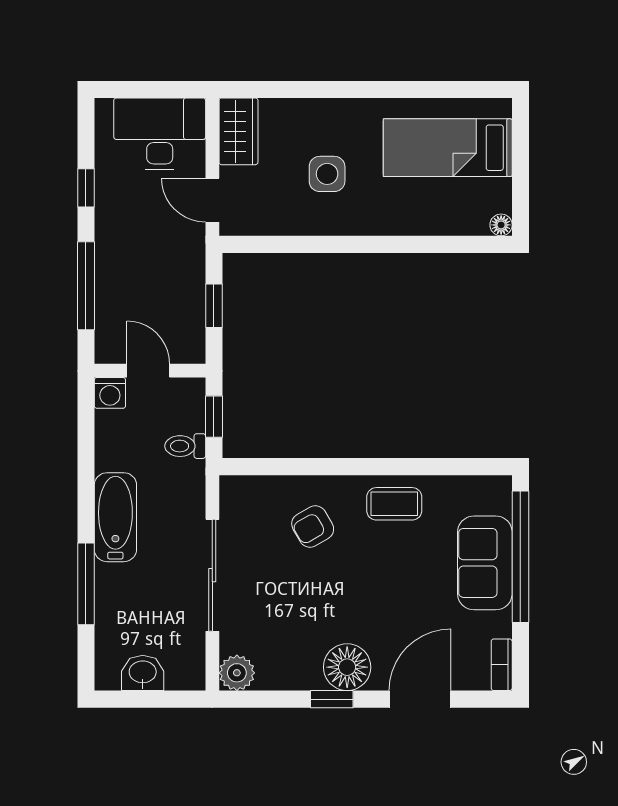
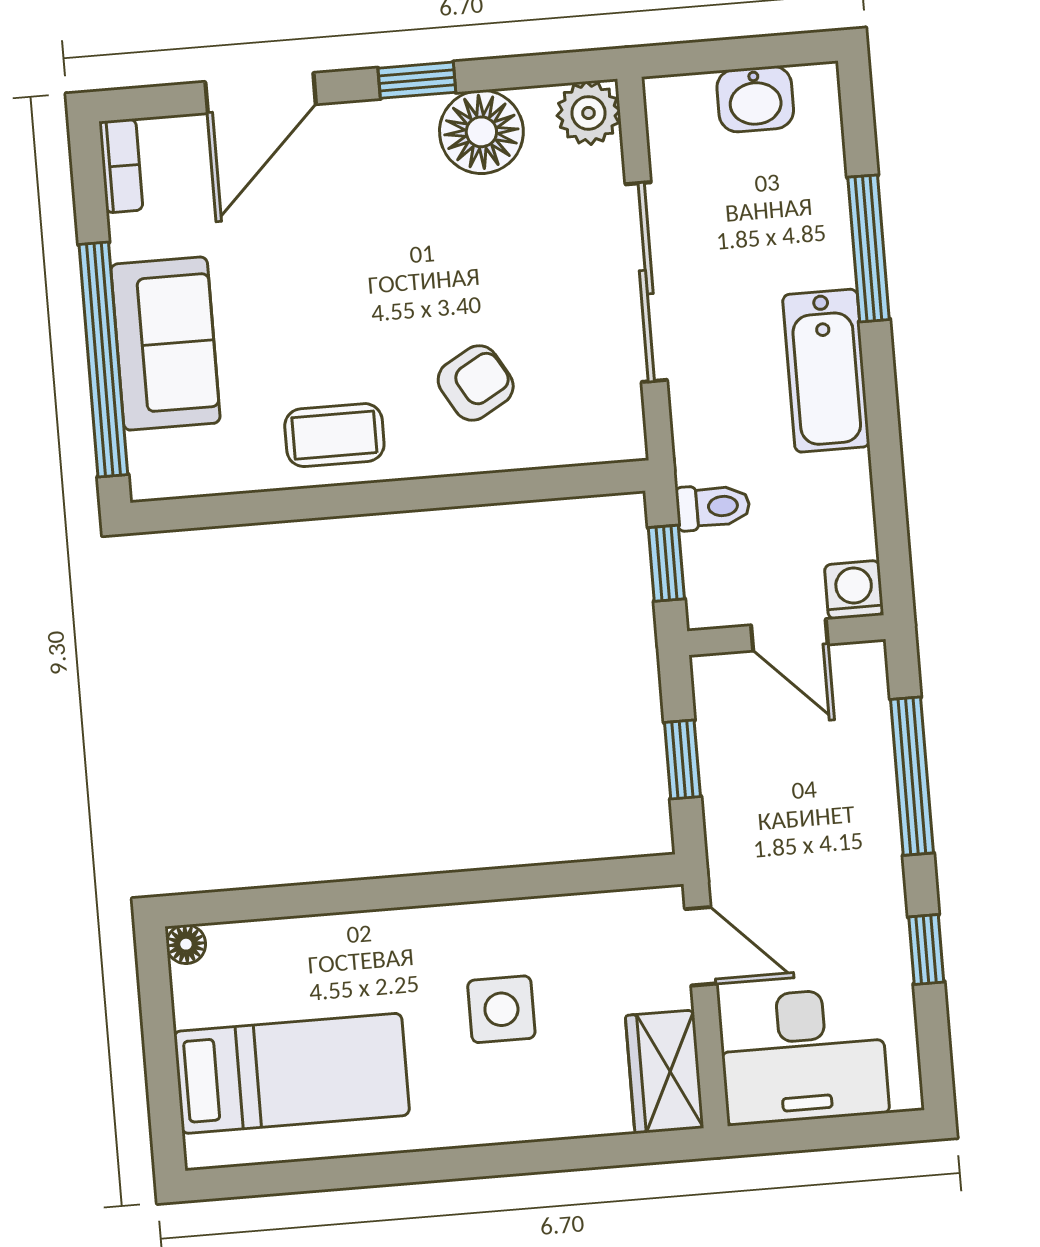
floor lamp: (347, 667) -> (481, 132), moved

